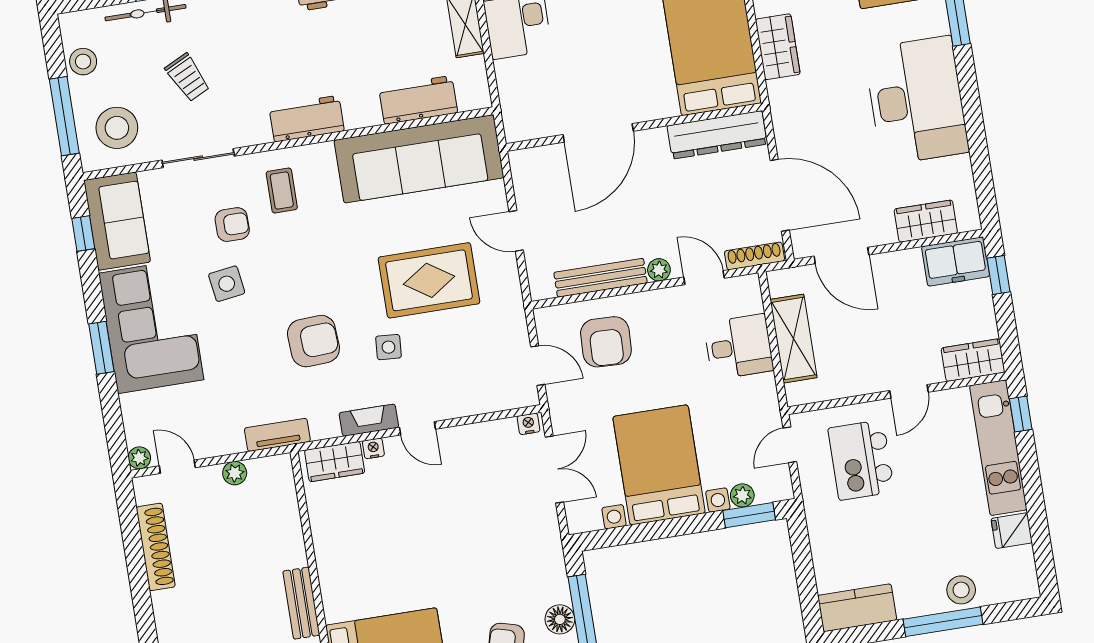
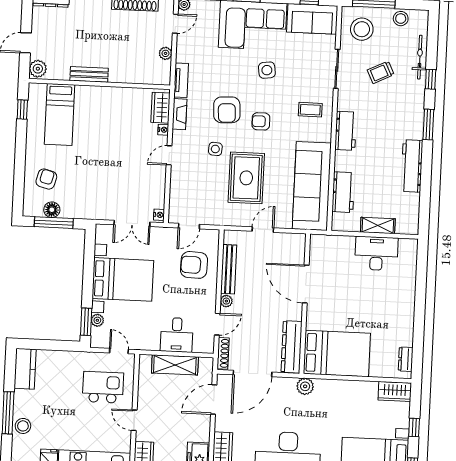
wardrobe: (778, 47) -> (332, 389), removed
plant: (783, 95) -> (305, 386), added
armchair: (232, 225) -> (261, 121), moved, turned 90
fireplace: (369, 420) -> (179, 114), moved

